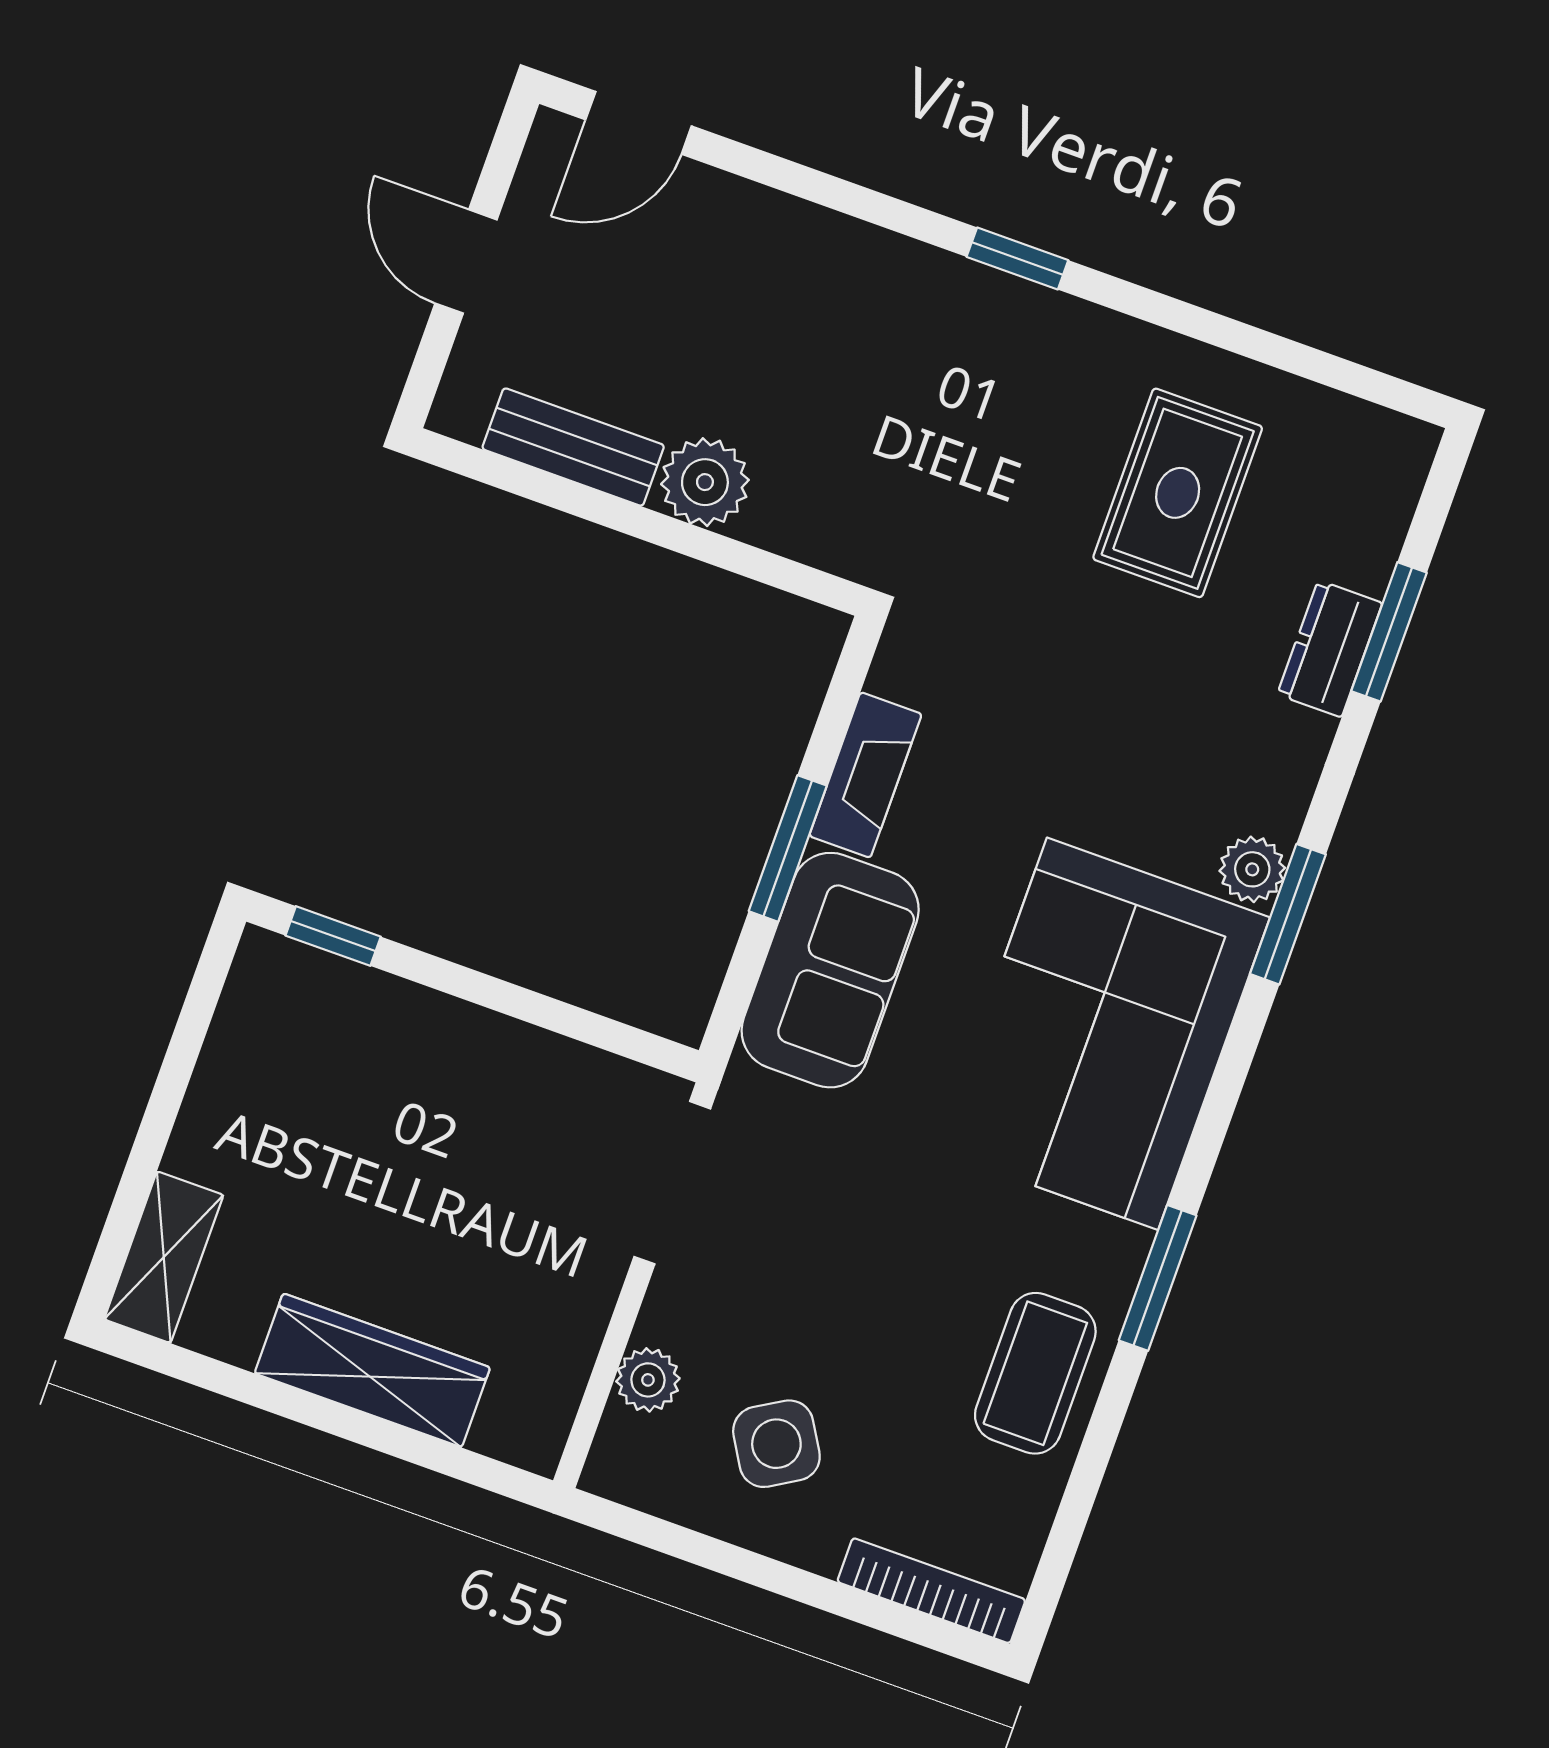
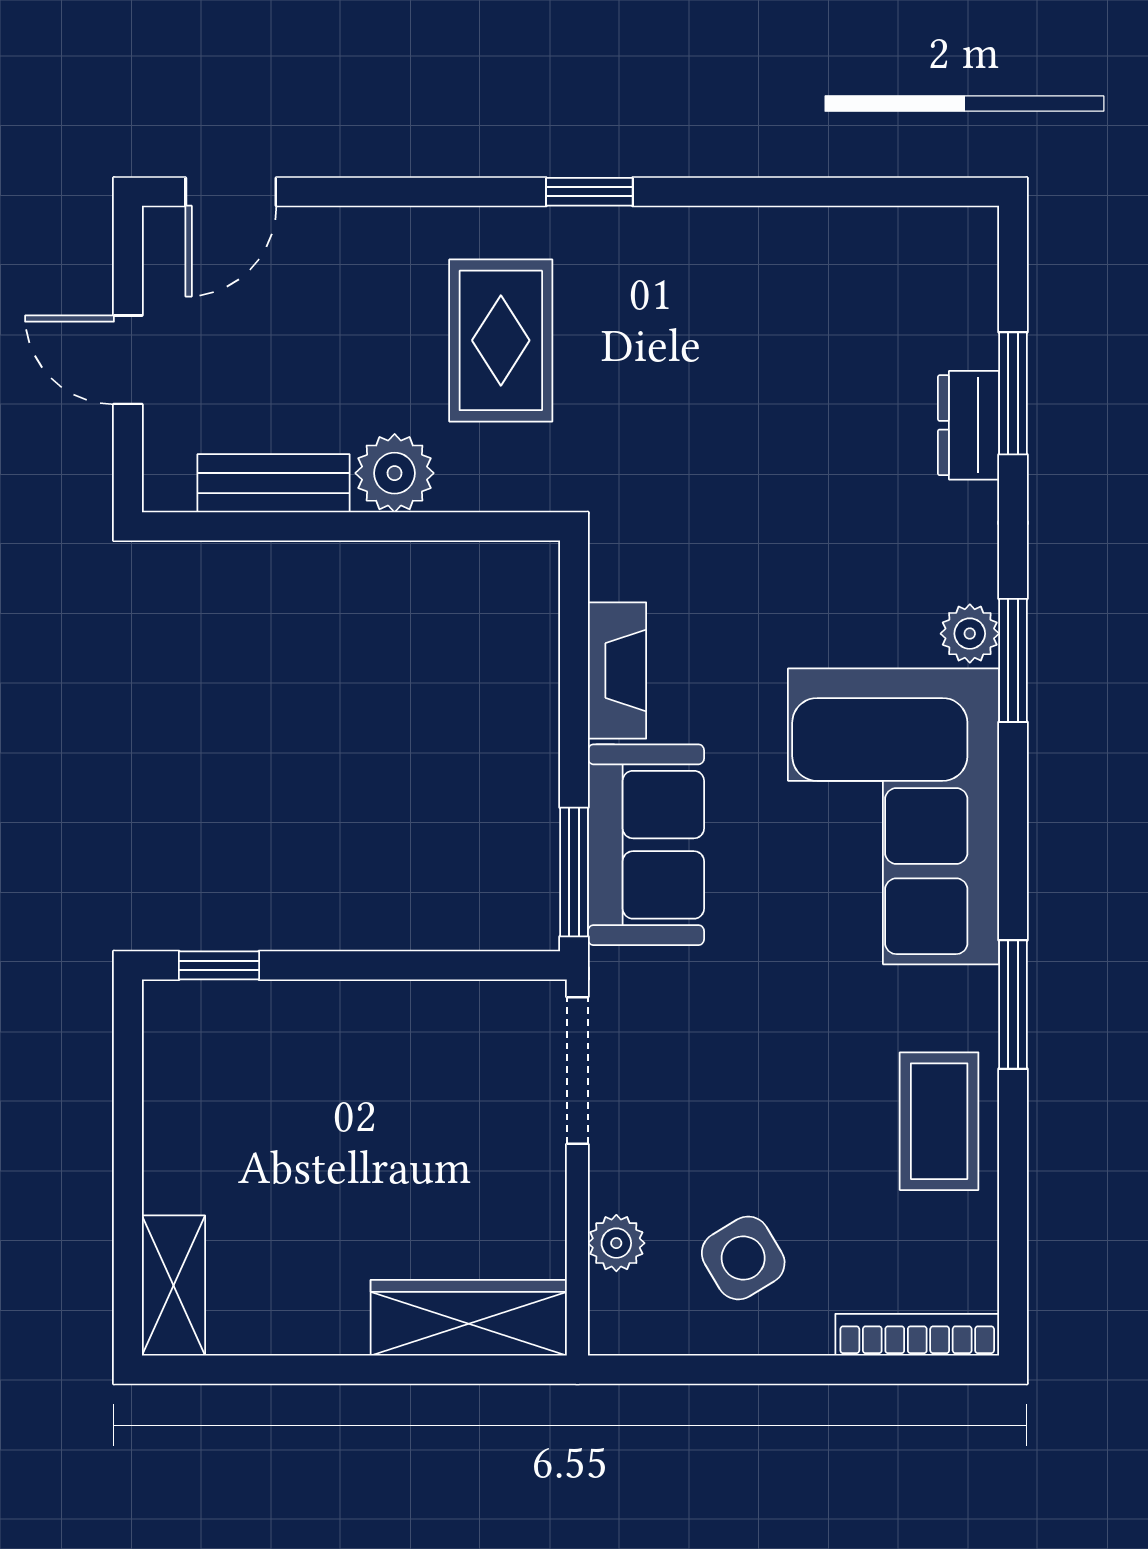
rug: (1178, 493) -> (501, 340), moved
window: (788, 848) -> (574, 872), moved
wardrobe: (372, 1370) -> (469, 1318), moved

